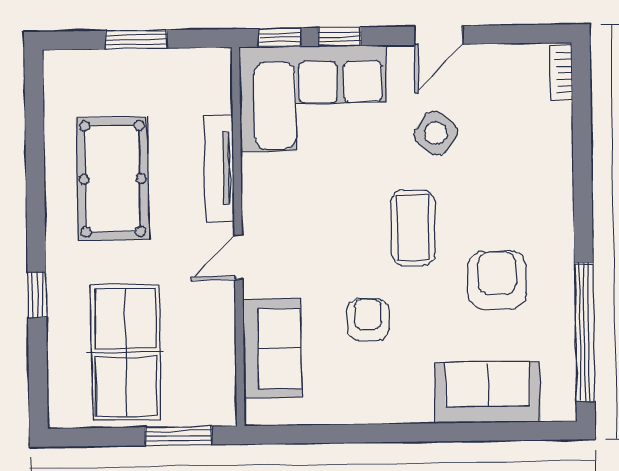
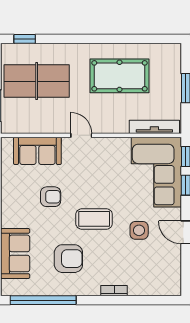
bookcase: (561, 73) -> (114, 291), moved
side table: (436, 133) -> (139, 230), turned -38
tv unit: (219, 168) -> (154, 127), moved
window: (37, 295) -> (25, 39), moved

